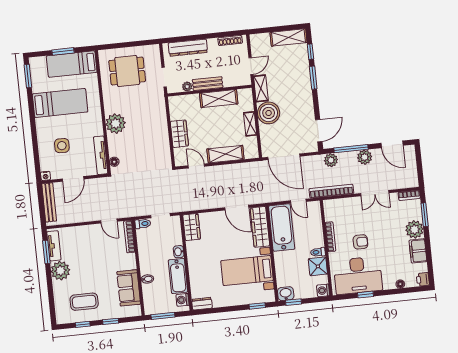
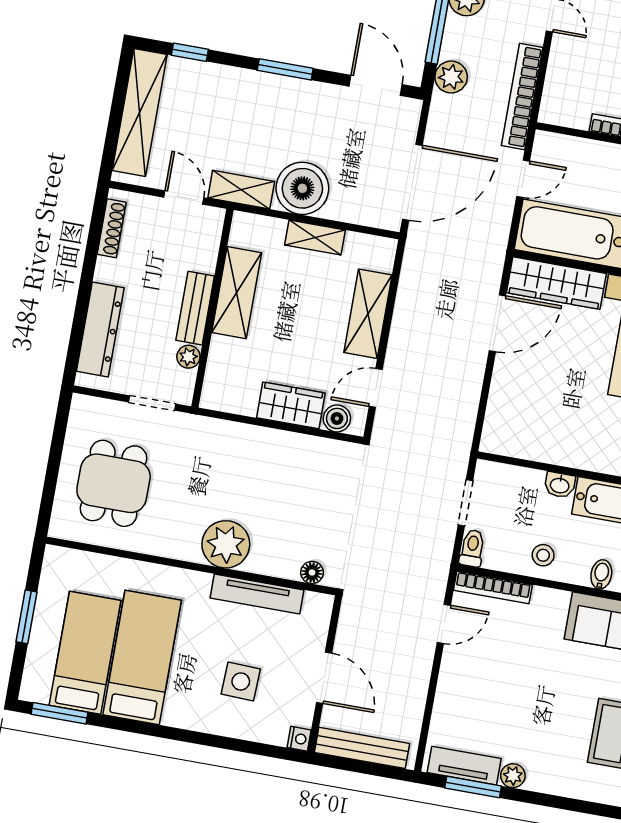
shelving: (288, 37) -> (140, 113), width x1.47
bed: (72, 64) -> (85, 653), moved, turned 180
window: (313, 78) -> (285, 69), moved
boiler: (179, 154) -> (337, 418), added
tv unit: (101, 155) -> (257, 594), moved
wardrobe: (192, 227) -> (512, 439), removed
stool: (148, 253) -> (543, 555), added
plant: (60, 271) -> (513, 776), width x0.53, depth x0.53

